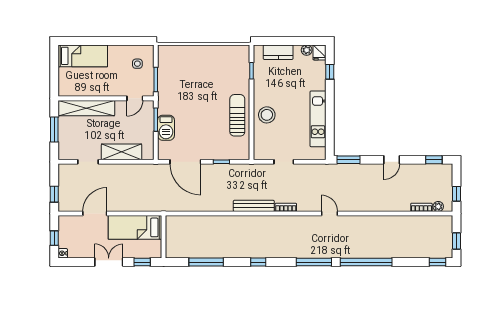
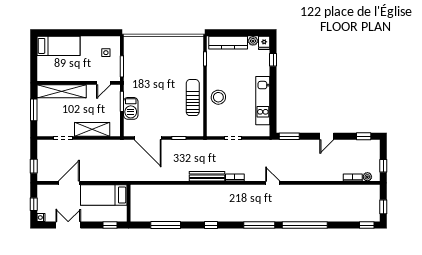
kitchen counter: (278, 52) -> (228, 43), width x1.50
double door: (109, 262) -> (68, 225), moved

